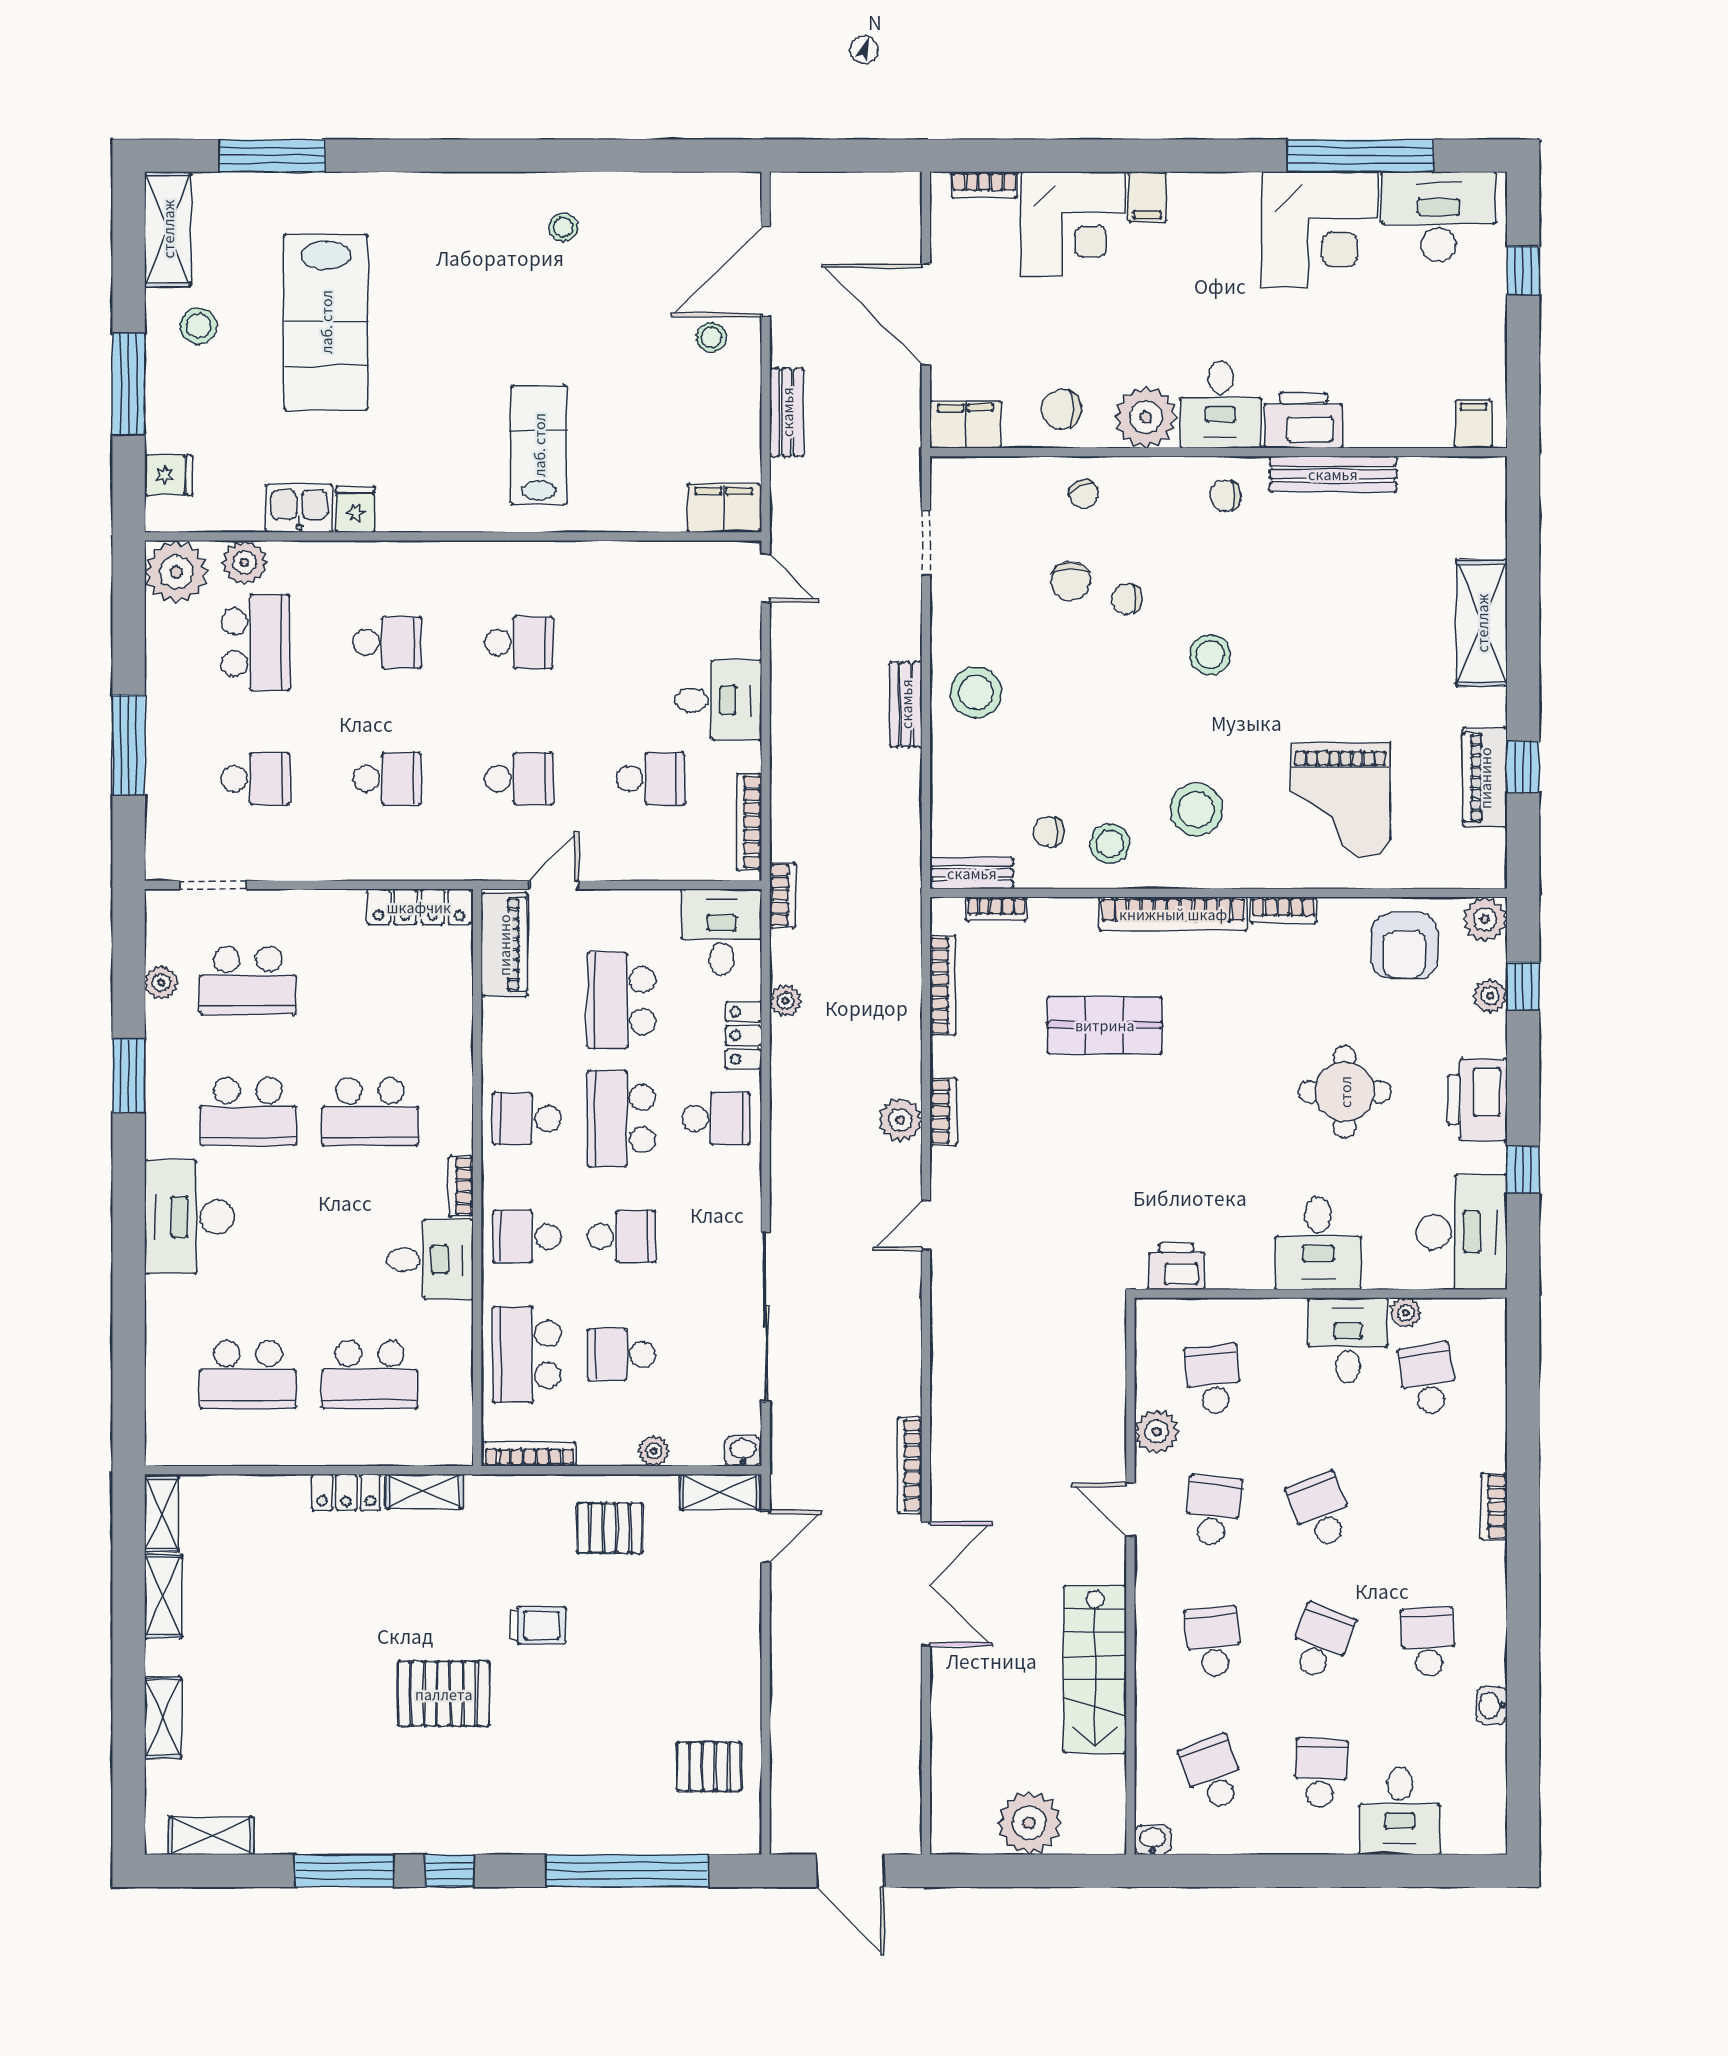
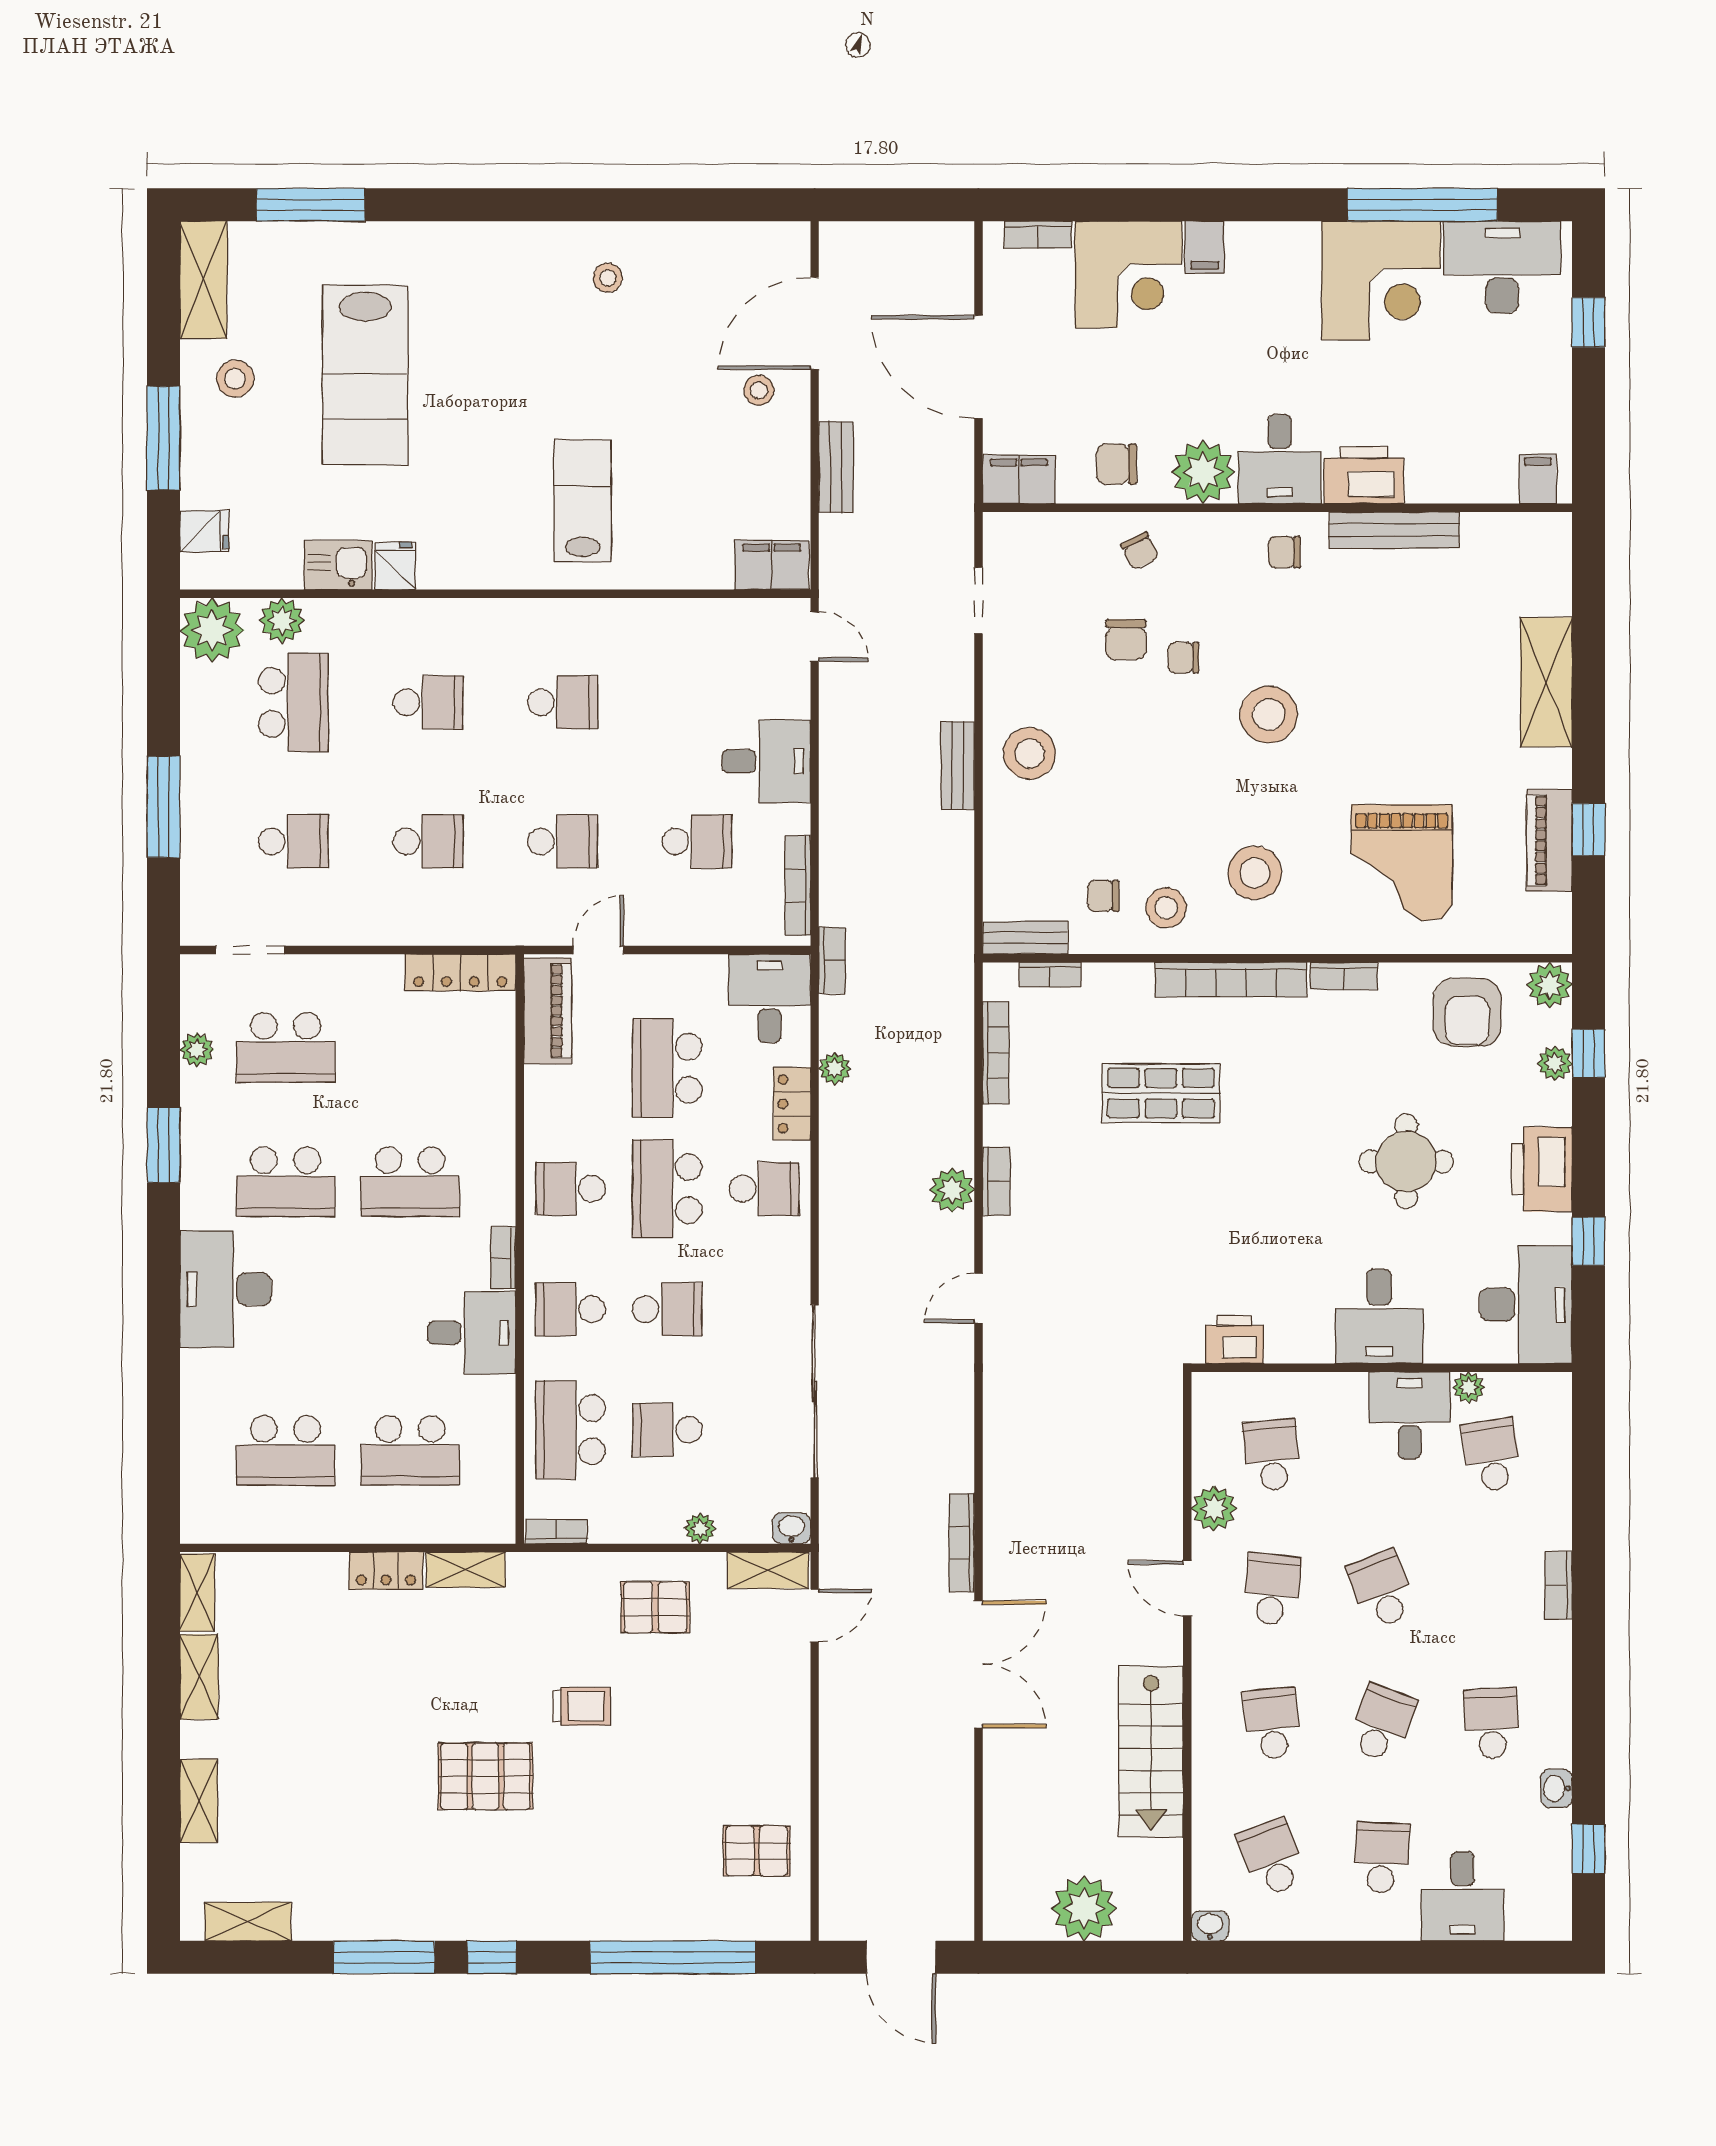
stool: (1210, 655) -> (1269, 715), width x1.38, depth x1.38
bookcase: (530, 1454) -> (556, 1532), width x0.64
window: (1523, 1764) -> (1589, 1849), added

